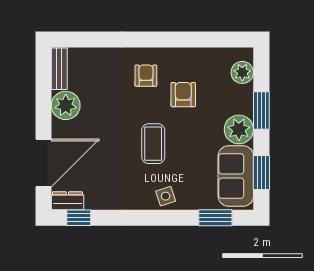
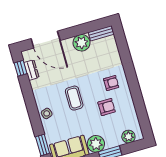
coffee table: (153, 144) -> (74, 98), turned 90
dresser: (67, 201) -> (31, 70), moved

